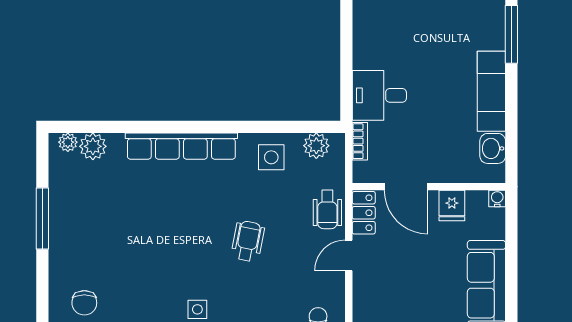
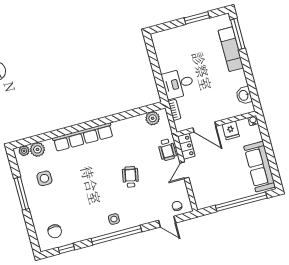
exam couch: (491, 91) -> (231, 49), moved
side table: (271, 157) -> (44, 178), moved

